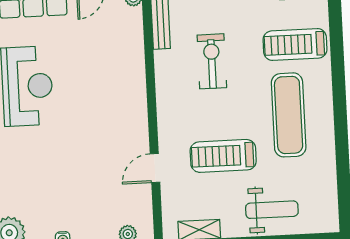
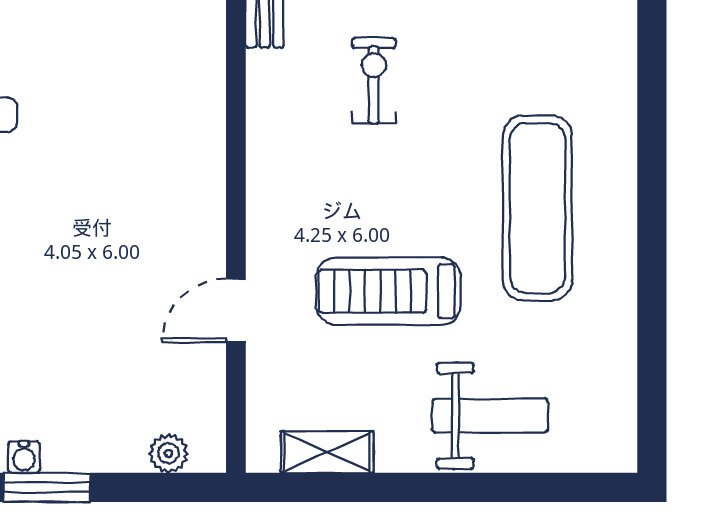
treadmill: (295, 45) -> (560, 53), removed
exercise bike: (212, 61) -> (374, 81), width x0.73, depth x0.72

